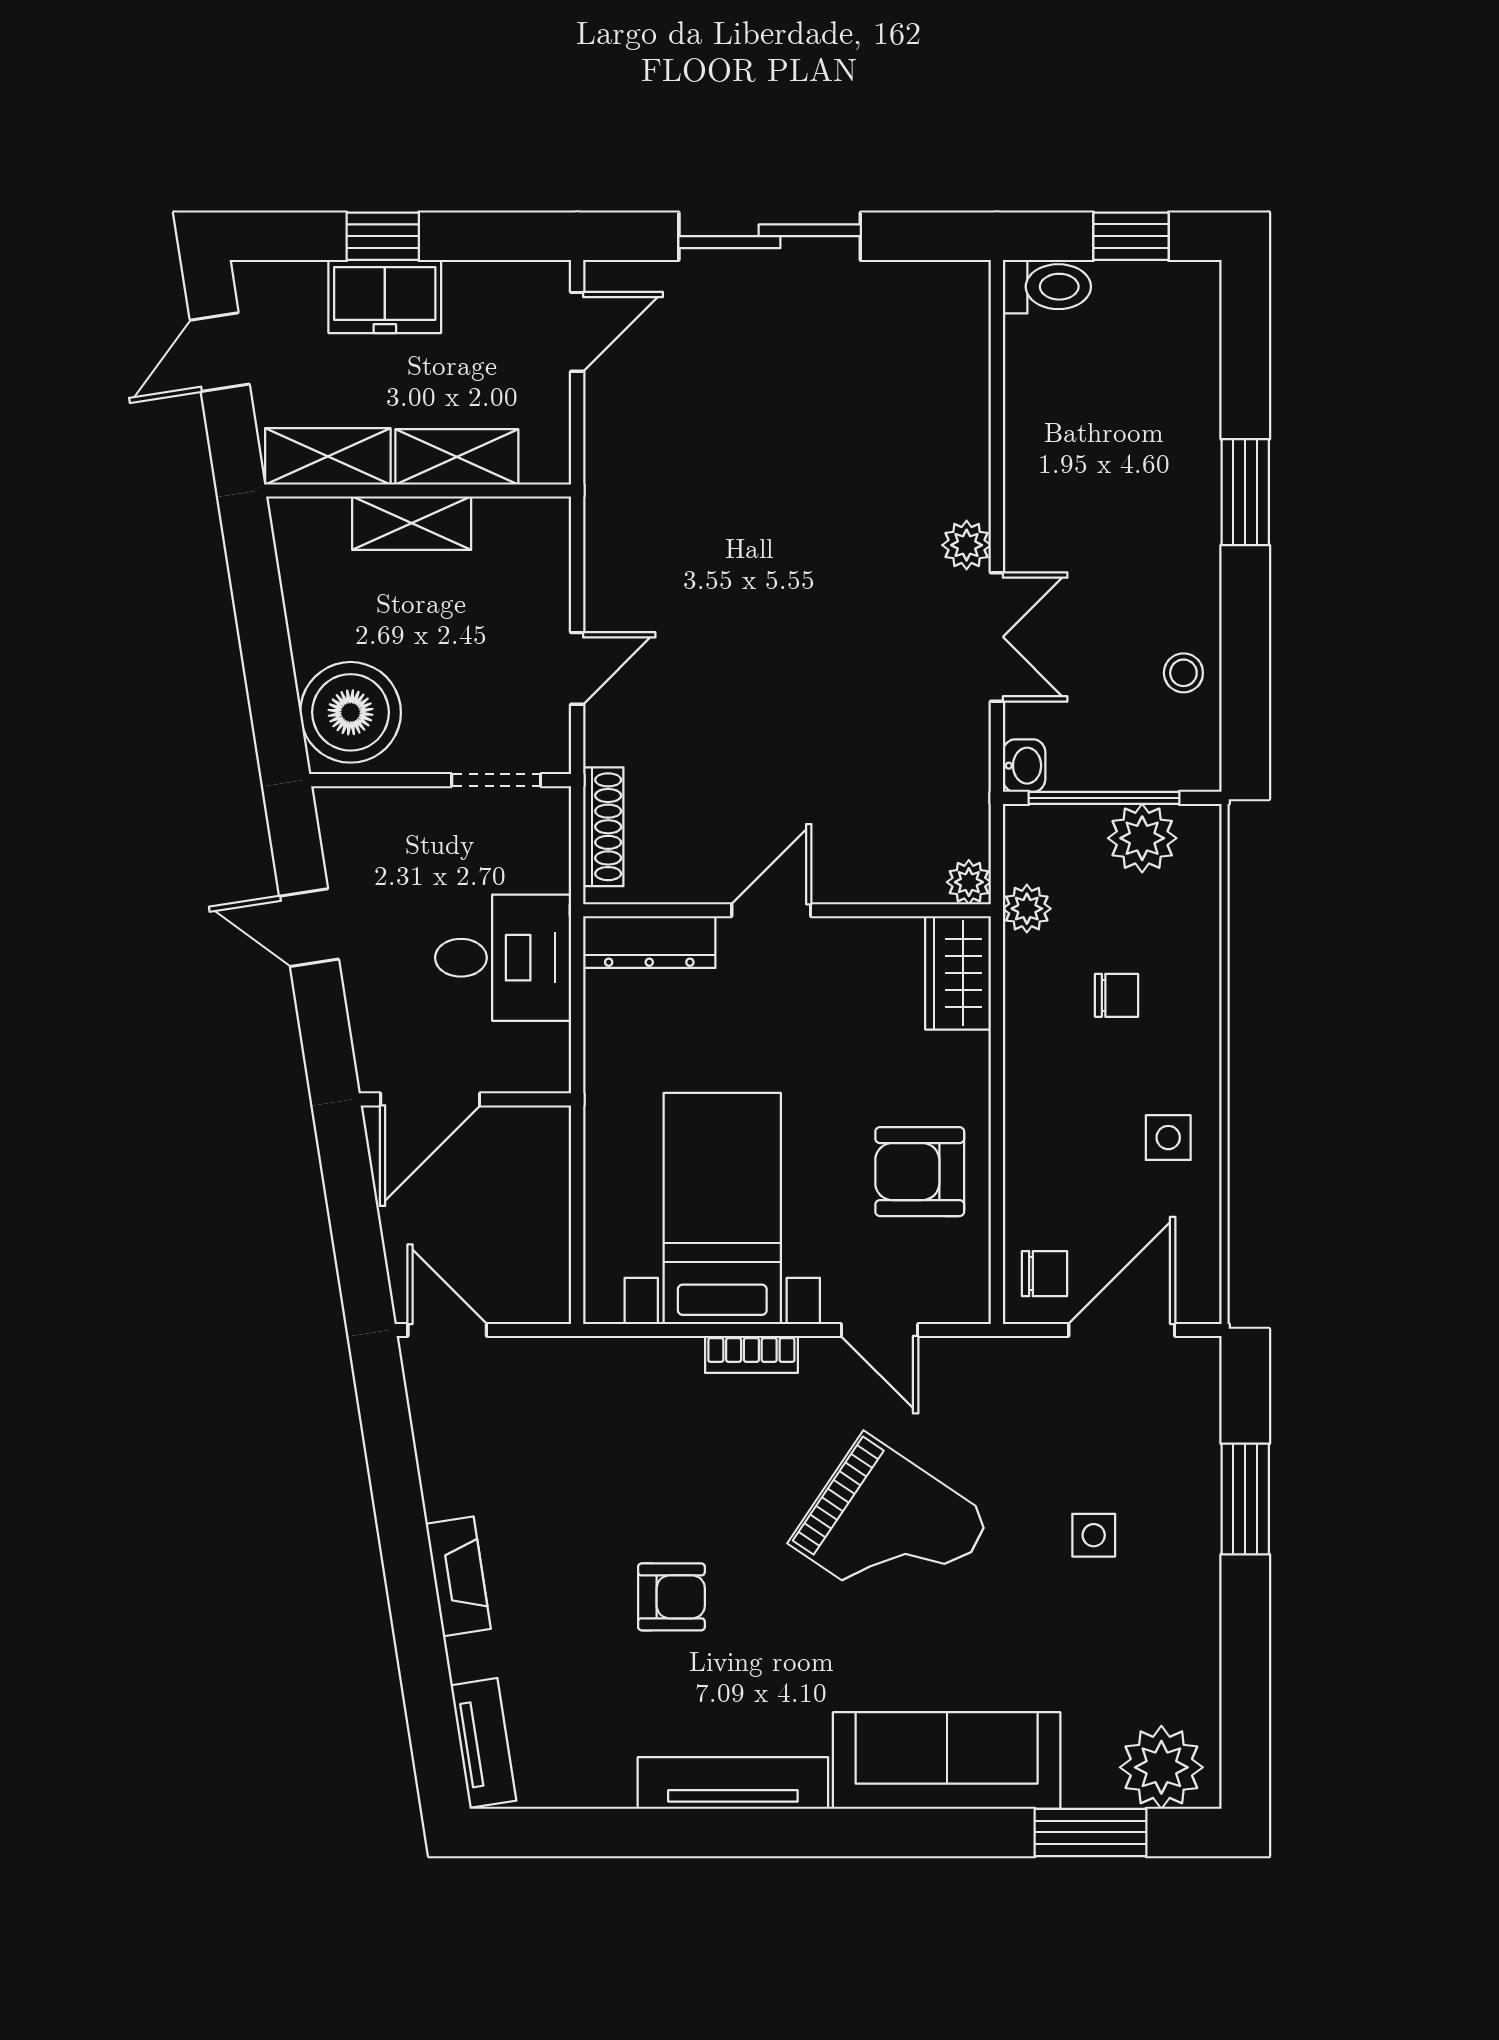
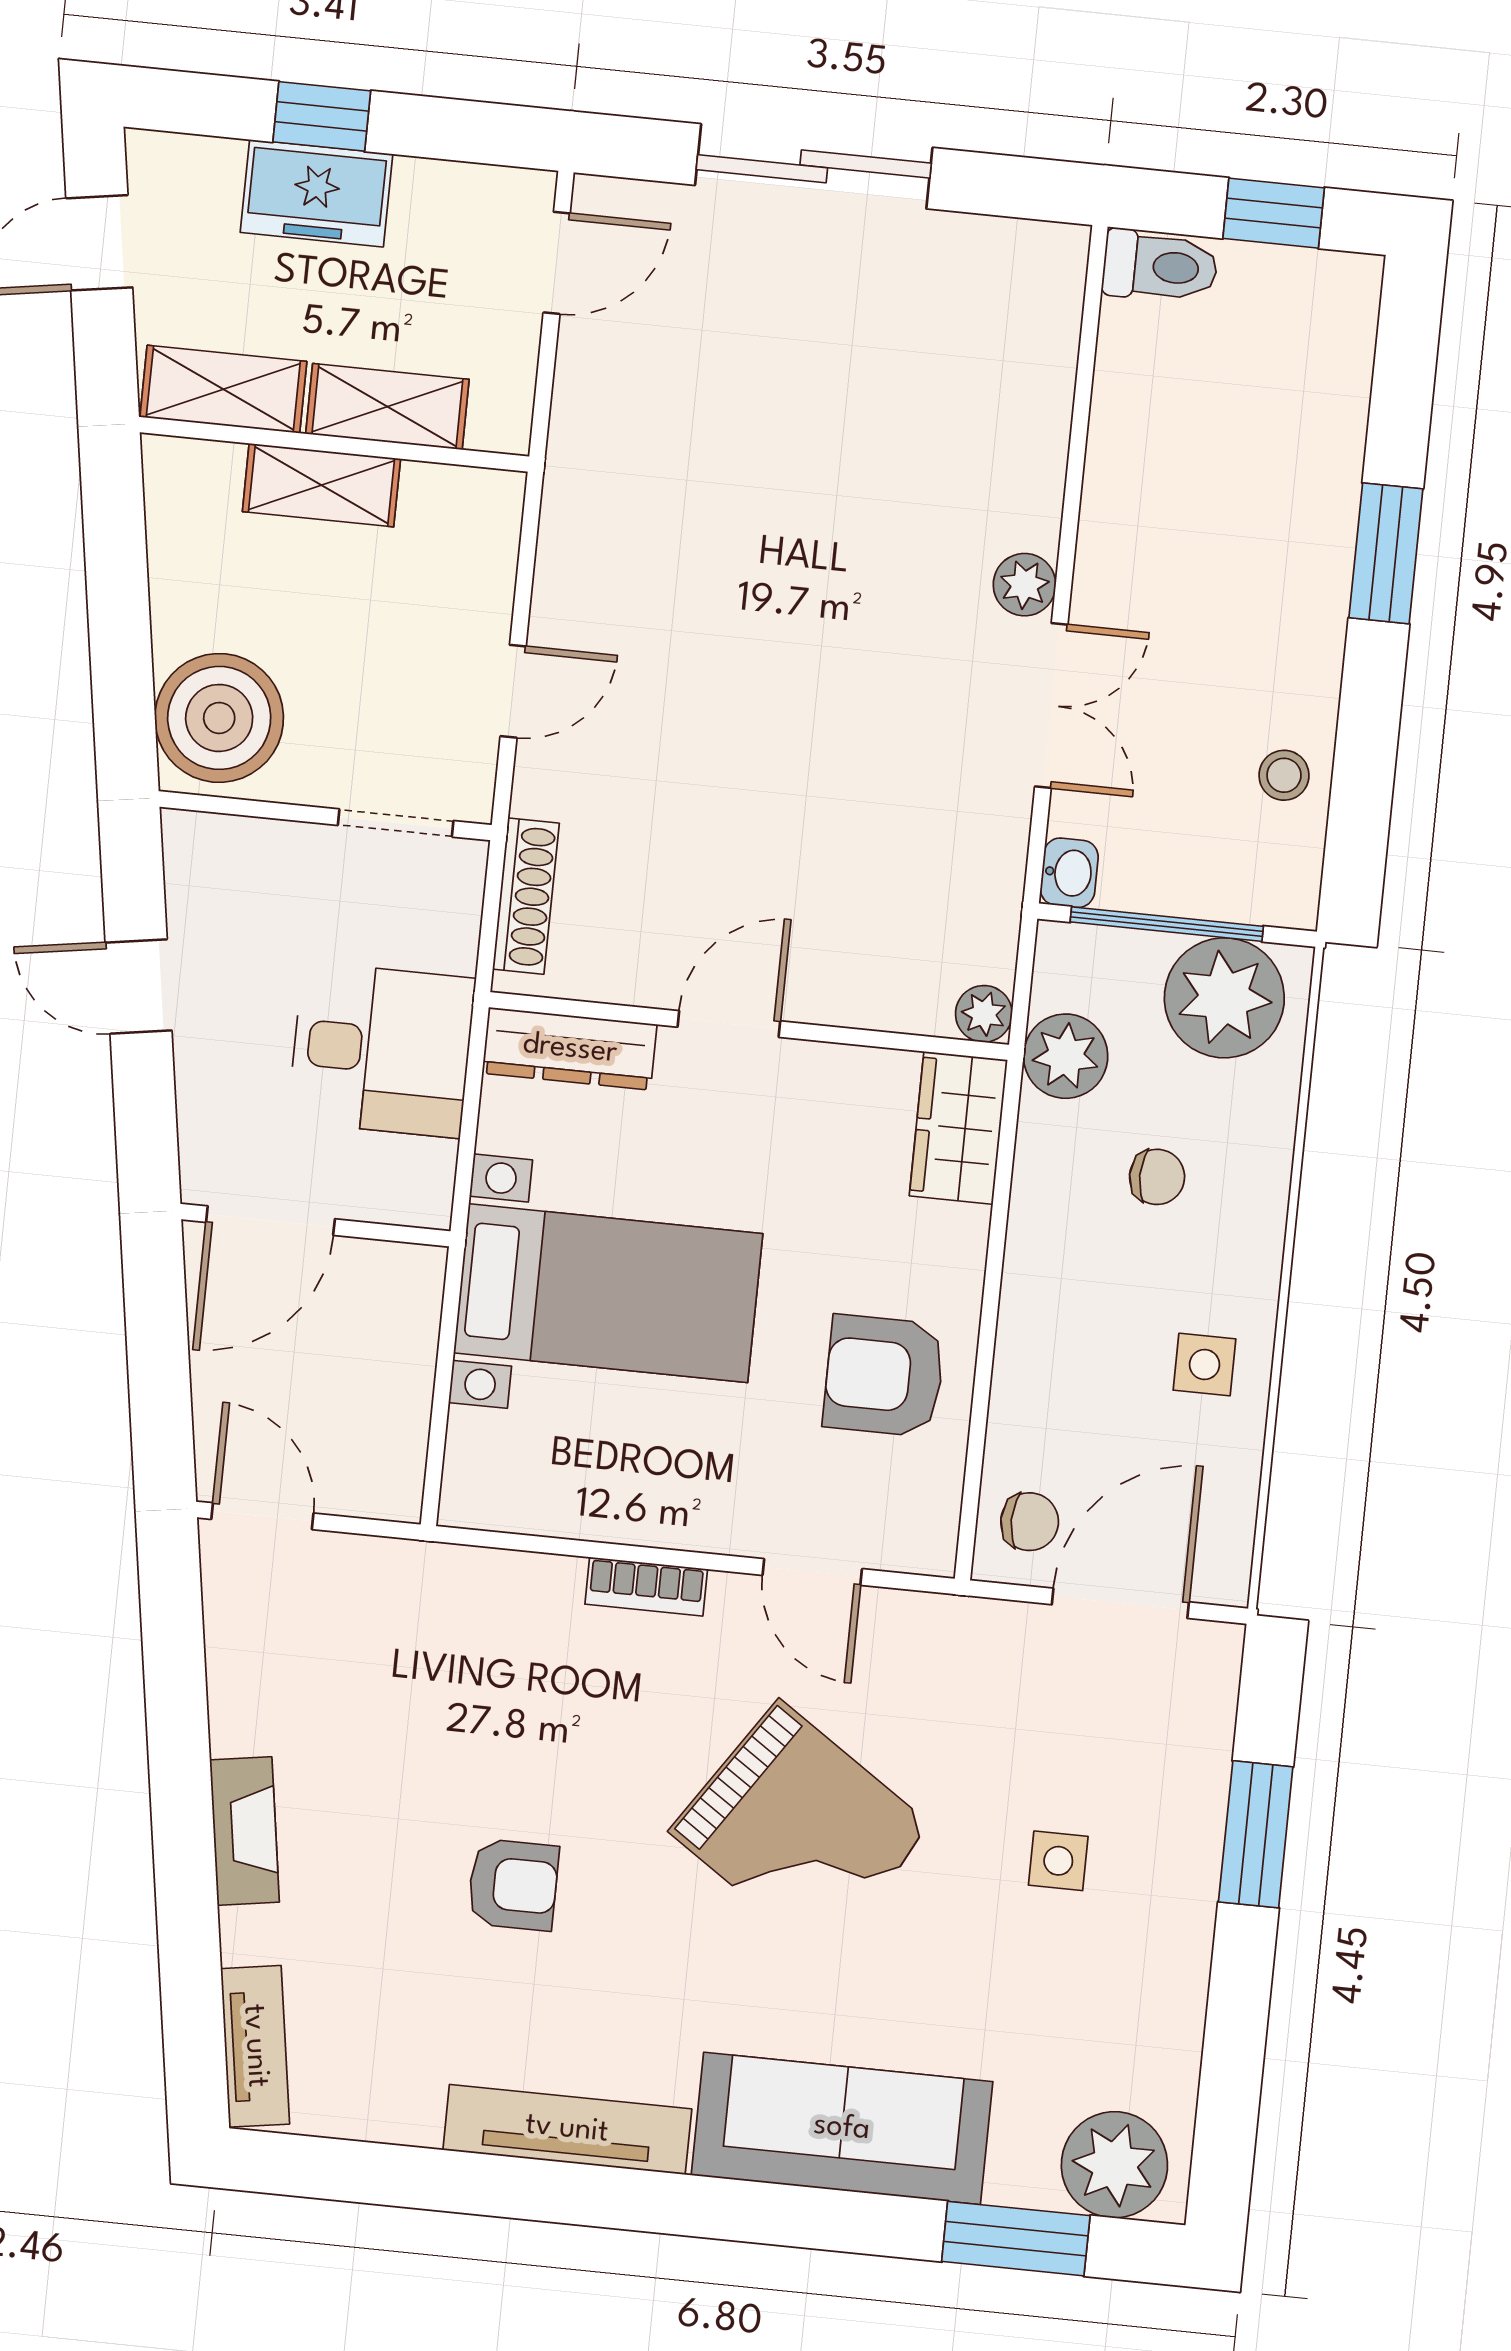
plant: (1142, 838) -> (1224, 998), width x1.36, depth x1.36
plant: (1027, 909) -> (1066, 1056), width x1.38, depth x1.38
bed with nightstands: (722, 1208) -> (608, 1293), moved, turned 90

